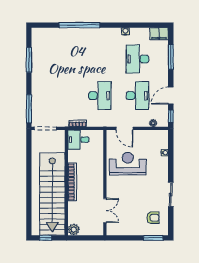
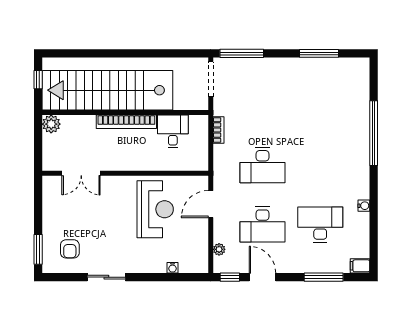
filing cabinet: (159, 34) -> (360, 266), width x0.50
desk: (78, 140) -> (173, 131), moved

